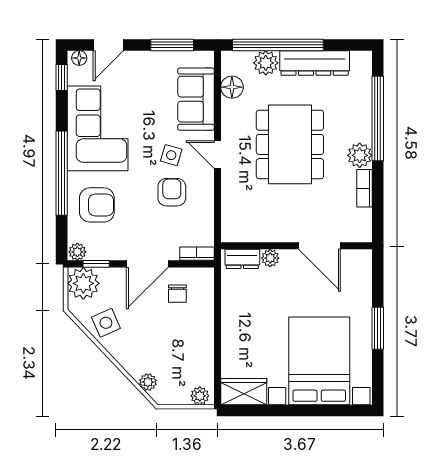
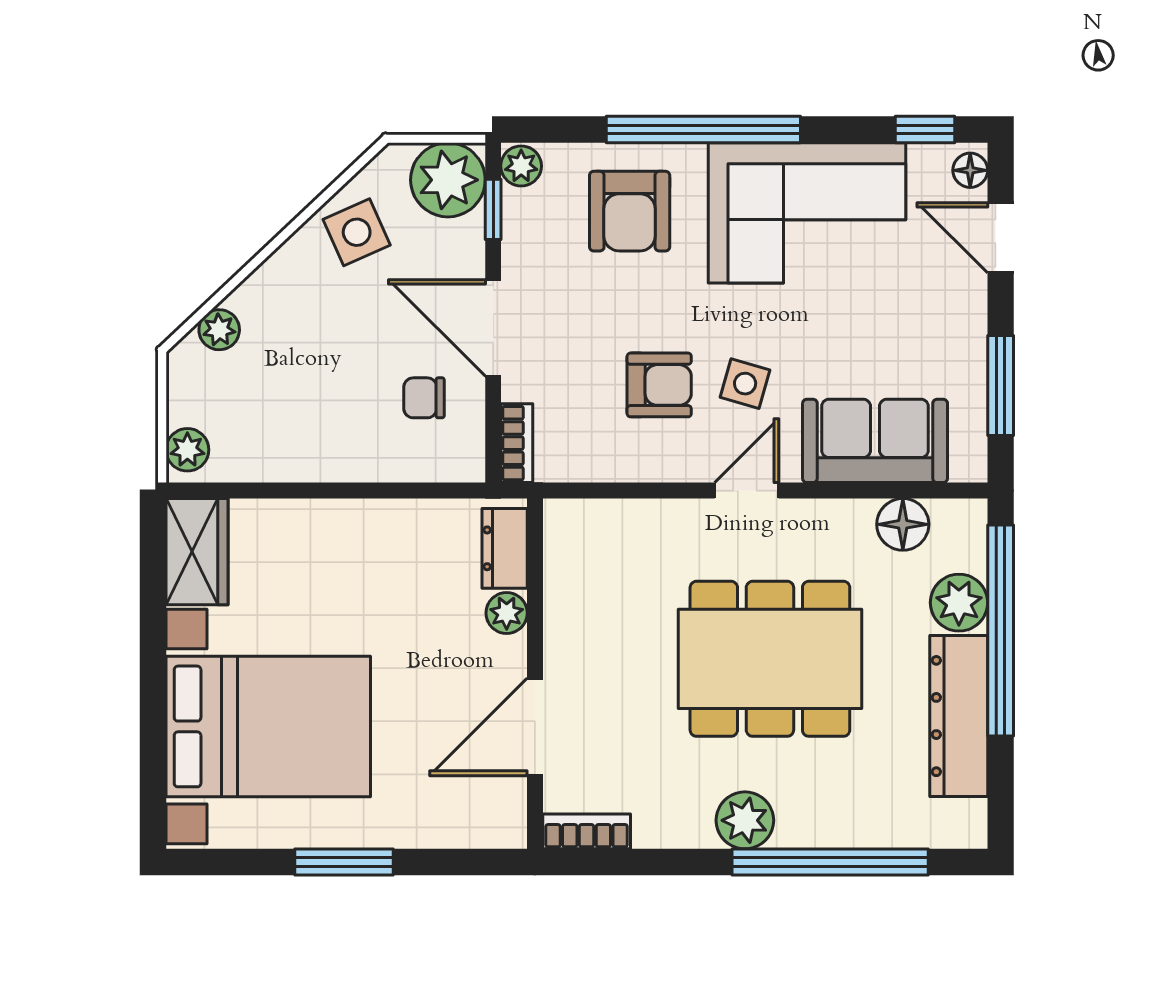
bookcase: (364, 188) -> (587, 831), moved

